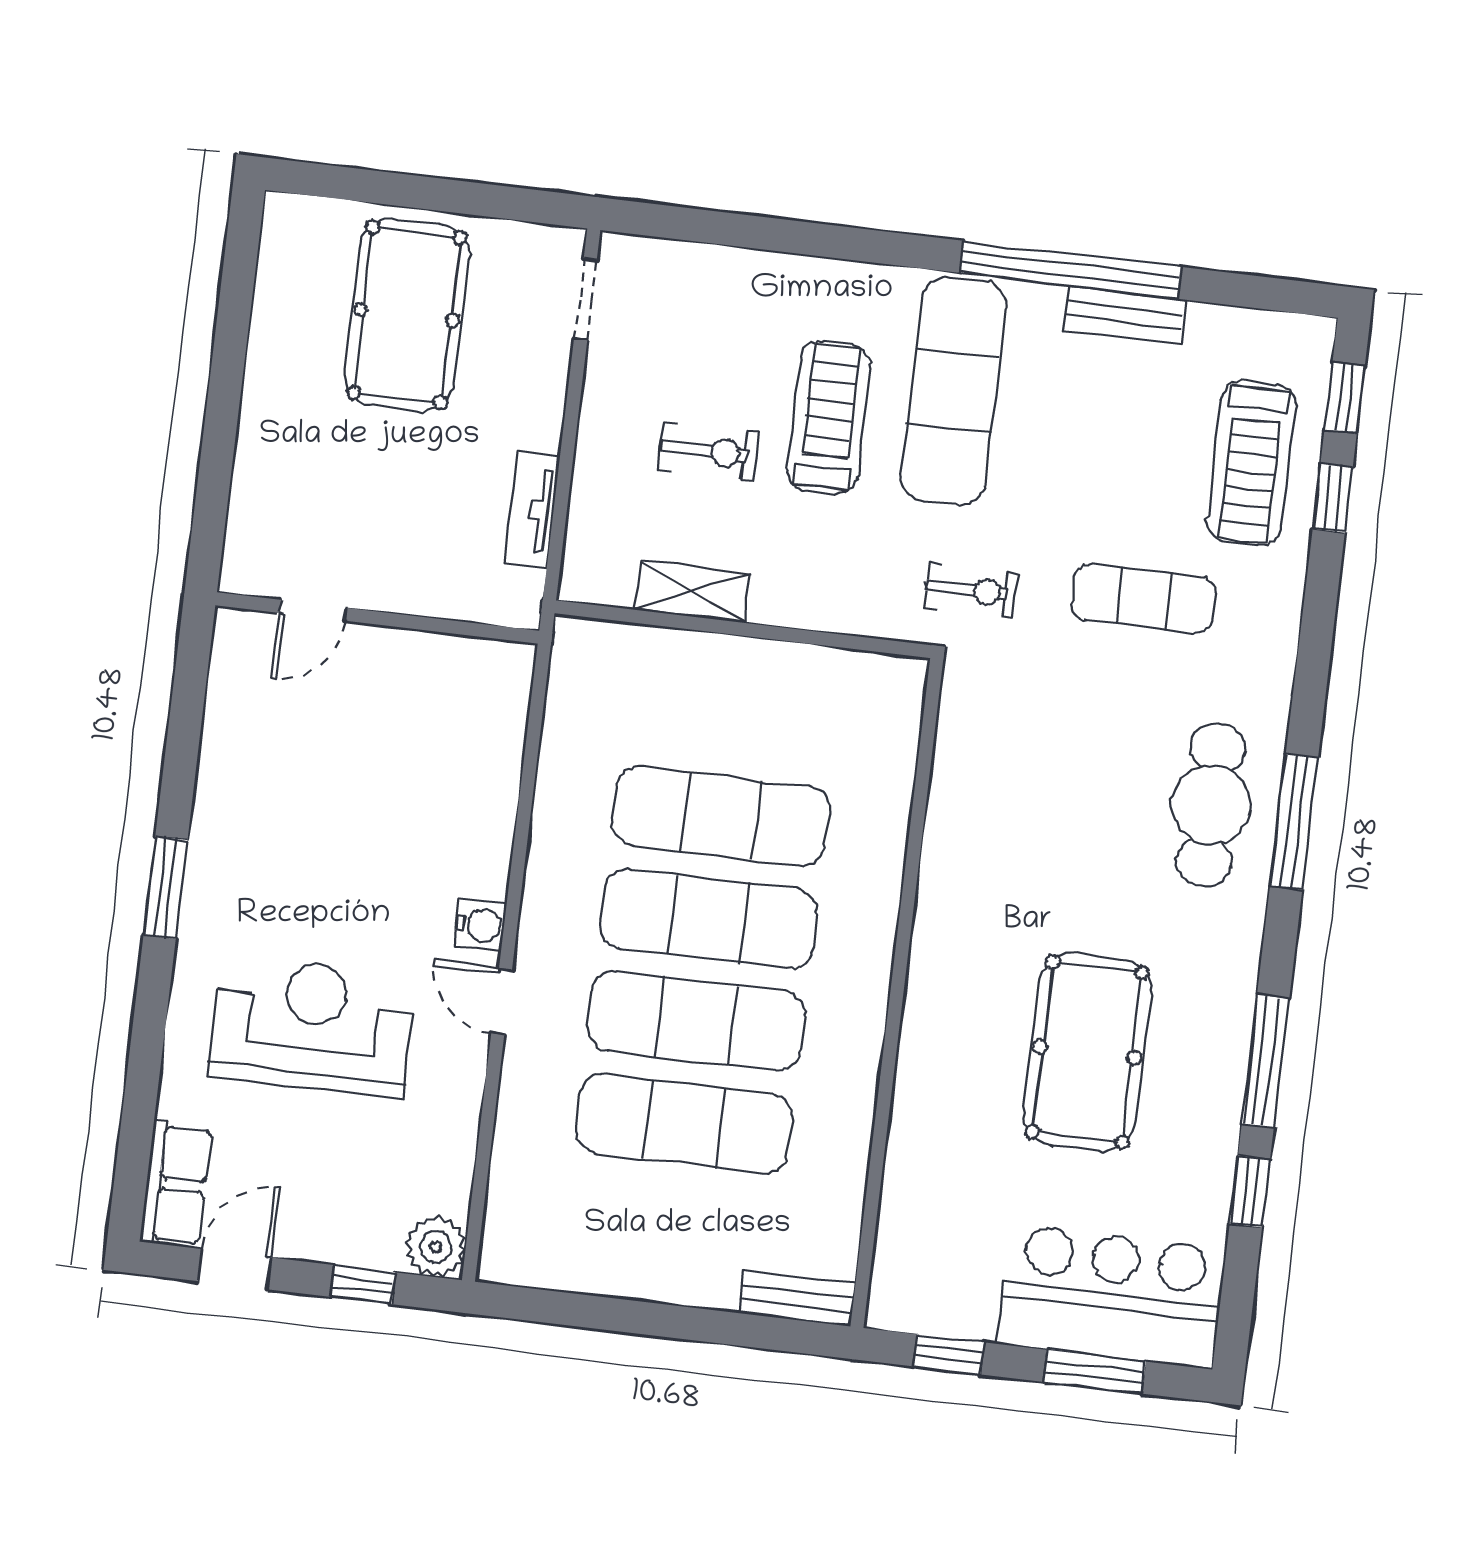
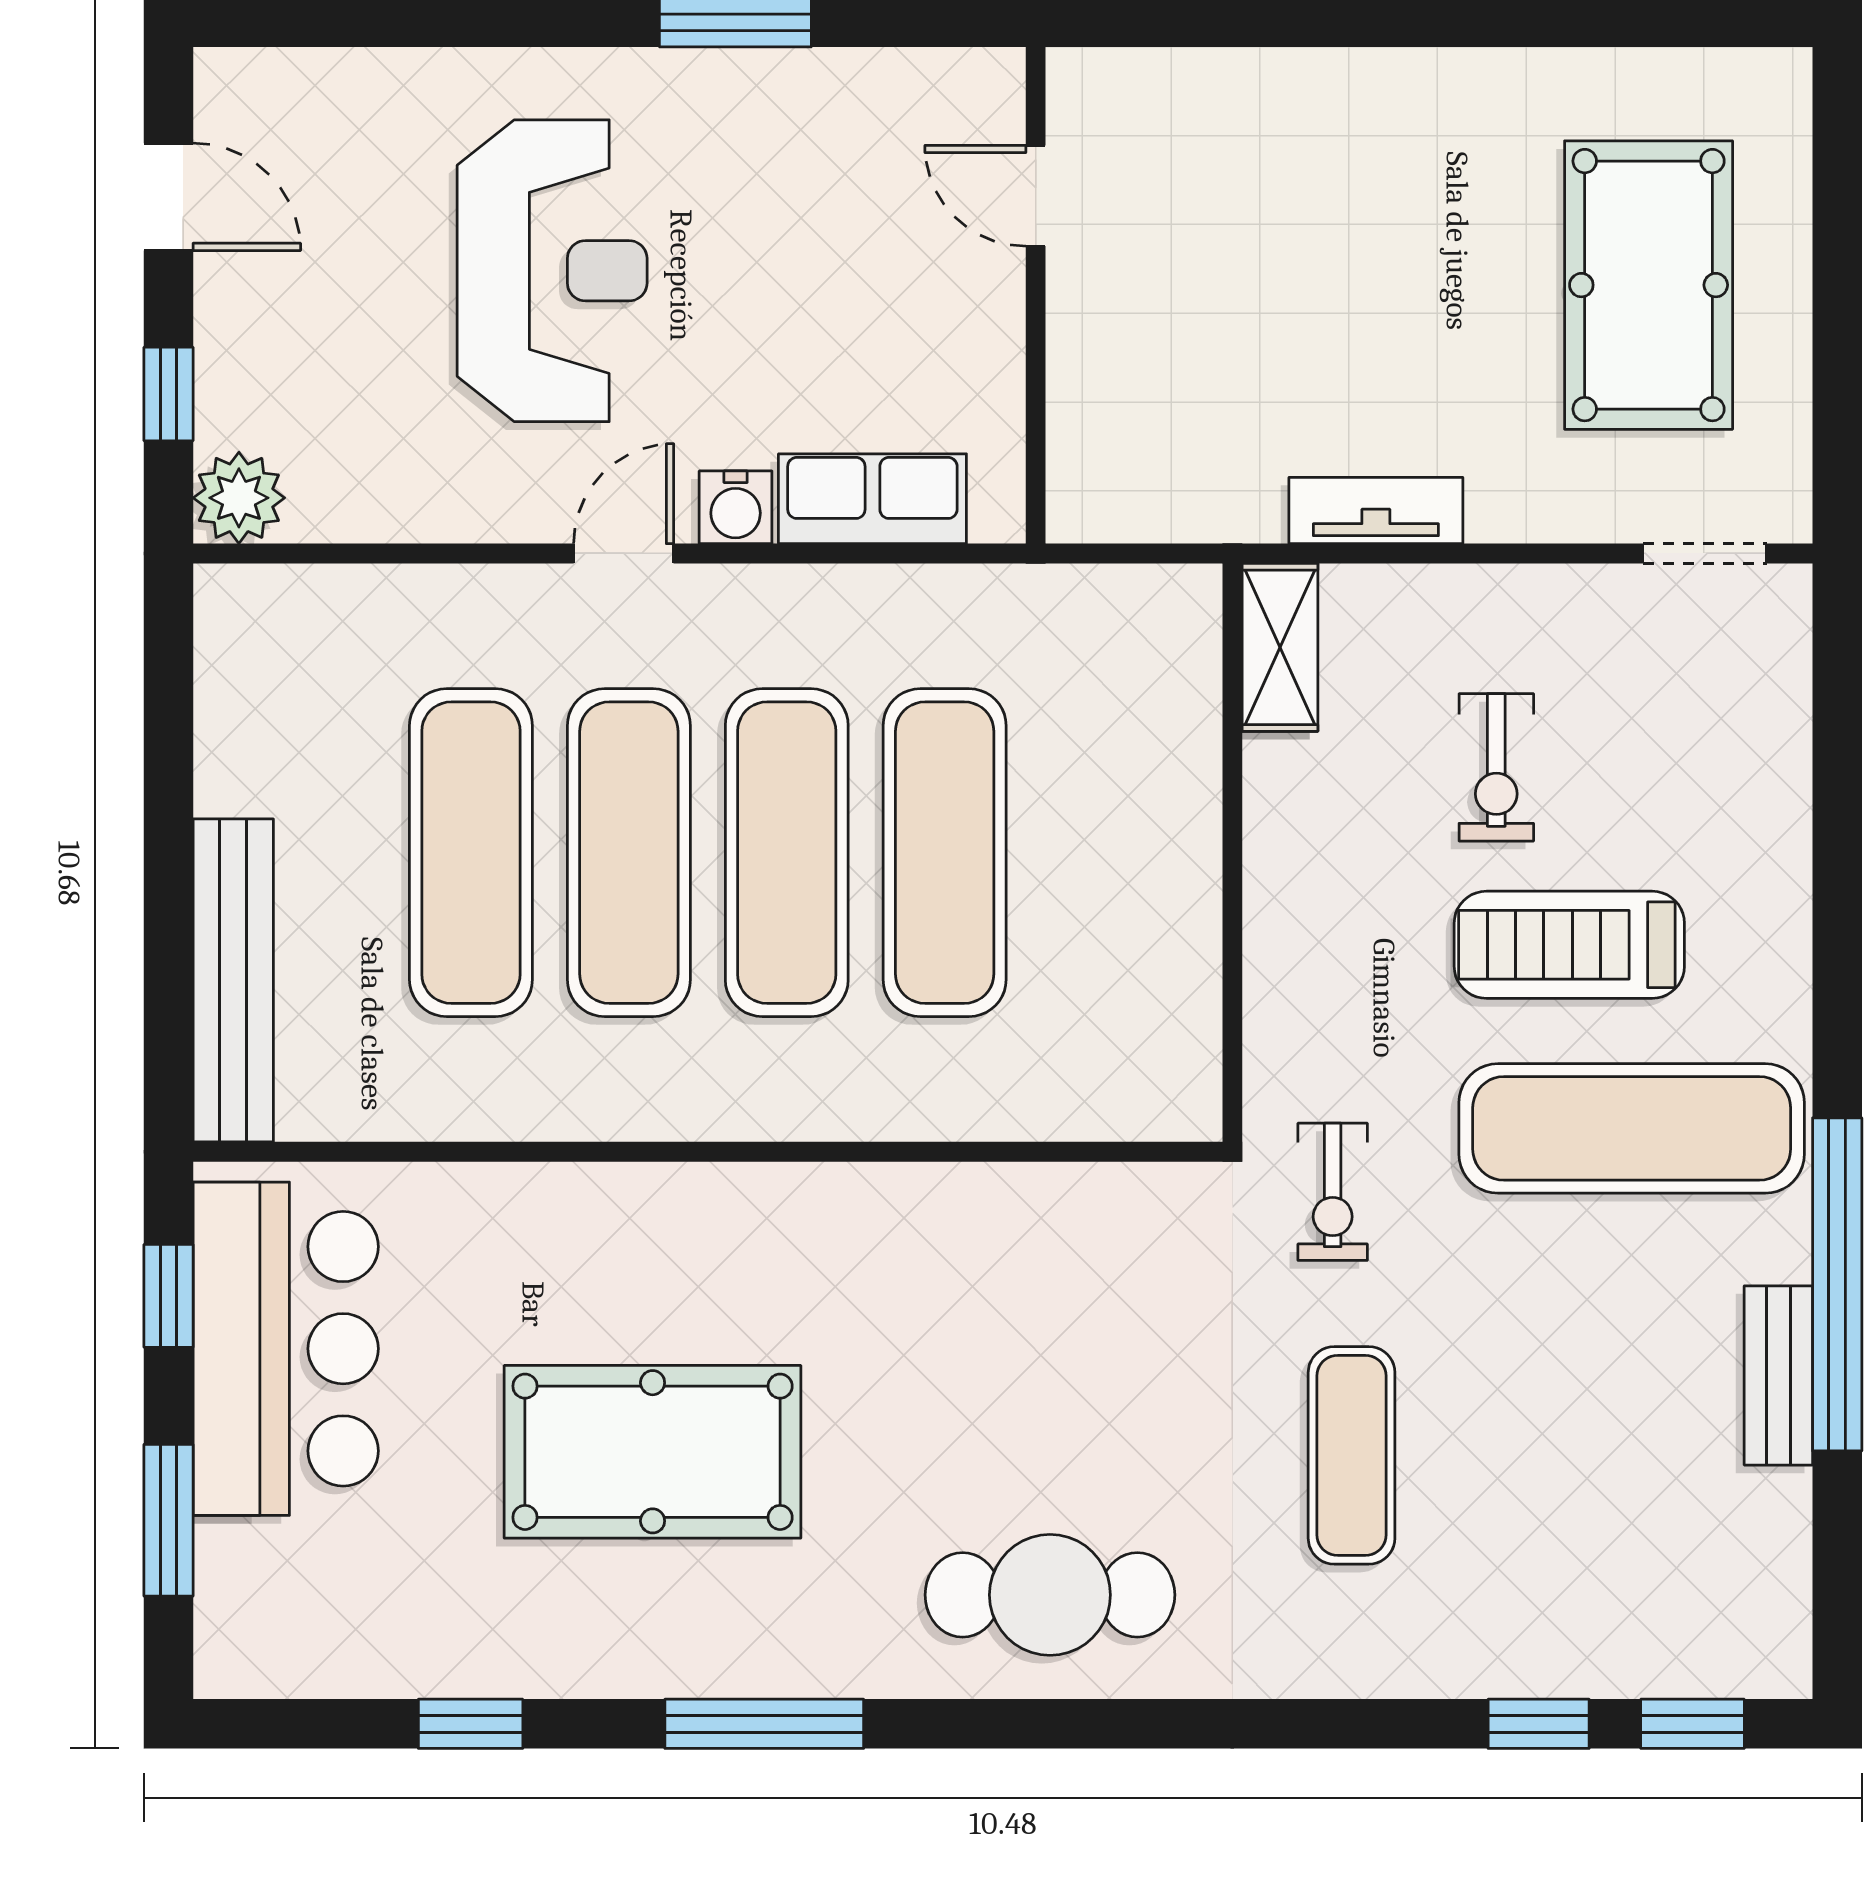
pool table: (407, 315) -> (1649, 285), turned 90
treadmill: (829, 418) -> (1569, 945), turned 180
treadmill: (1251, 463) -> (1577, 1594), removed
shelving: (693, 592) -> (1280, 647), moved
door: (313, 610) -> (1036, 196), moved
wall: (377, 618) -> (1036, 295), moved
window: (1294, 822) -> (1040, 1724), removed
window: (1265, 1061) -> (764, 1724), moved
row of seats: (176, 1184) -> (872, 499), moved, turned 180
bar counter: (1111, 1297) -> (286, 1349), moved
bench: (797, 1298) -> (233, 980), width x1.86, depth x1.21

